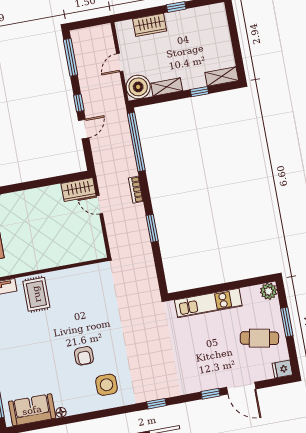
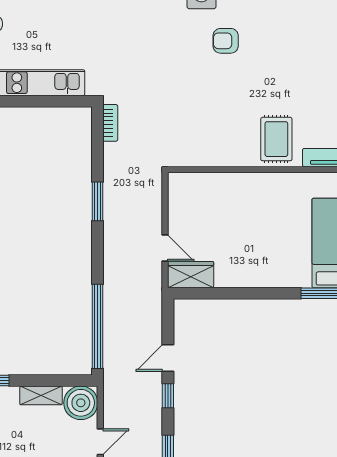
bookcase: (136, 190) -> (110, 123), moved
armchair: (84, 356) -> (226, 41), turned -90

